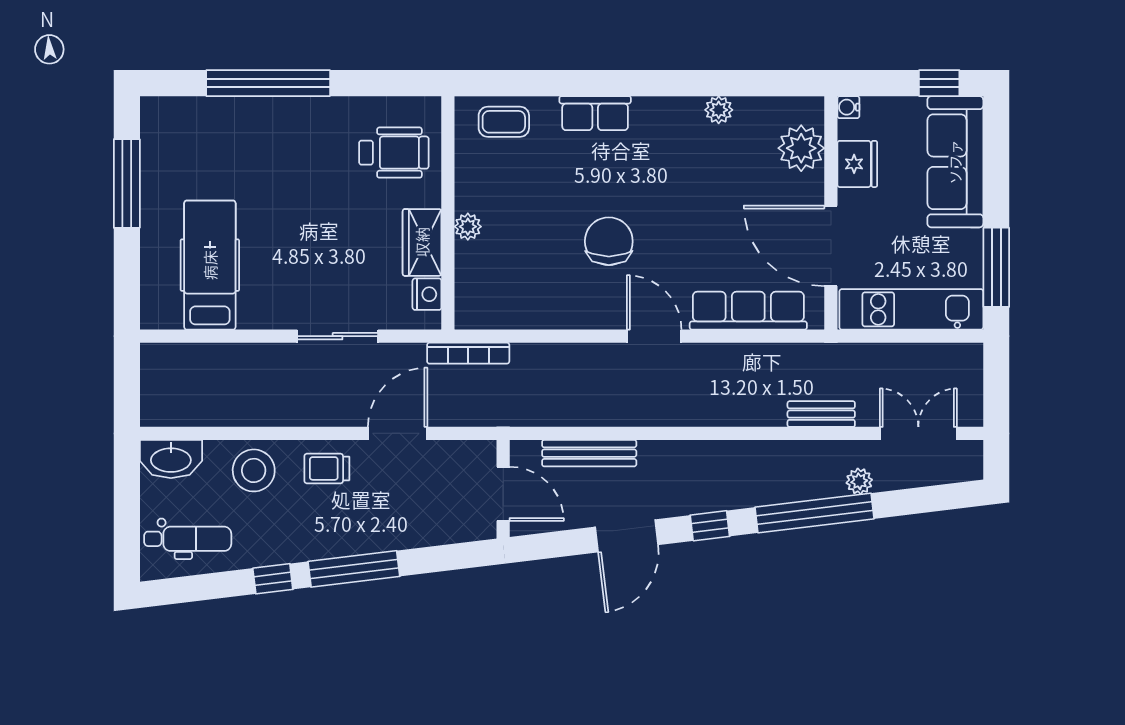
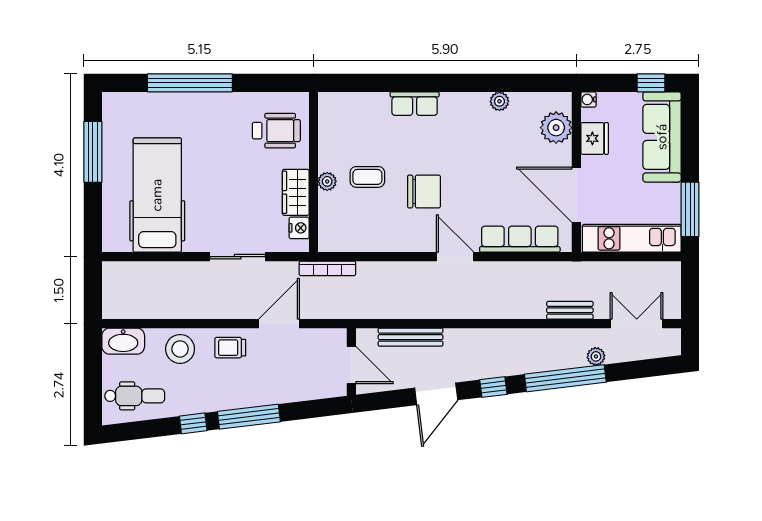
coffee table: (504, 122) -> (367, 177), moved
chair: (609, 241) -> (424, 192), turned 90
hospital bed: (210, 265) -> (157, 195), width x1.37, depth x1.29

